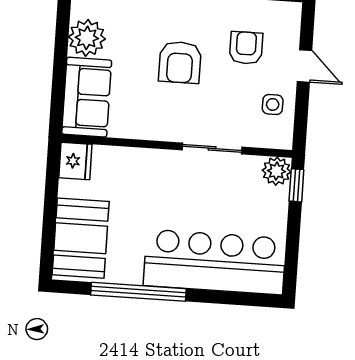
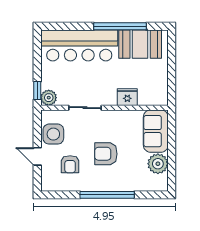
armchair: (180, 62) -> (106, 154), turned -90
side table: (273, 104) -> (53, 134), width x1.87, depth x1.87
fridge: (75, 161) -> (127, 97), moved, turned 90
booth: (81, 238) -> (140, 44), moved, turned 90

